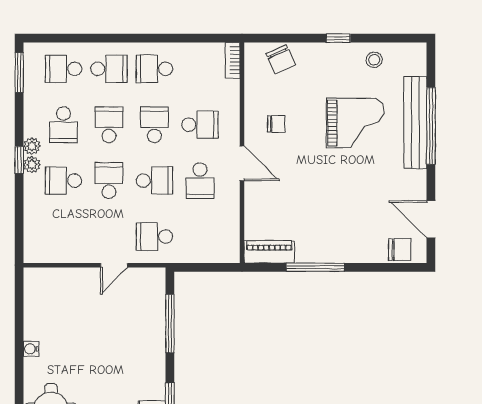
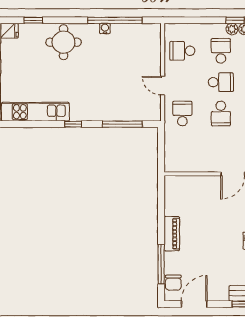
school desk: (200, 181) -> (182, 51), moved
piano: (269, 252) -> (172, 234), moved
window: (315, 267) -> (161, 264), moved
window: (19, 334) -> (115, 20), added

